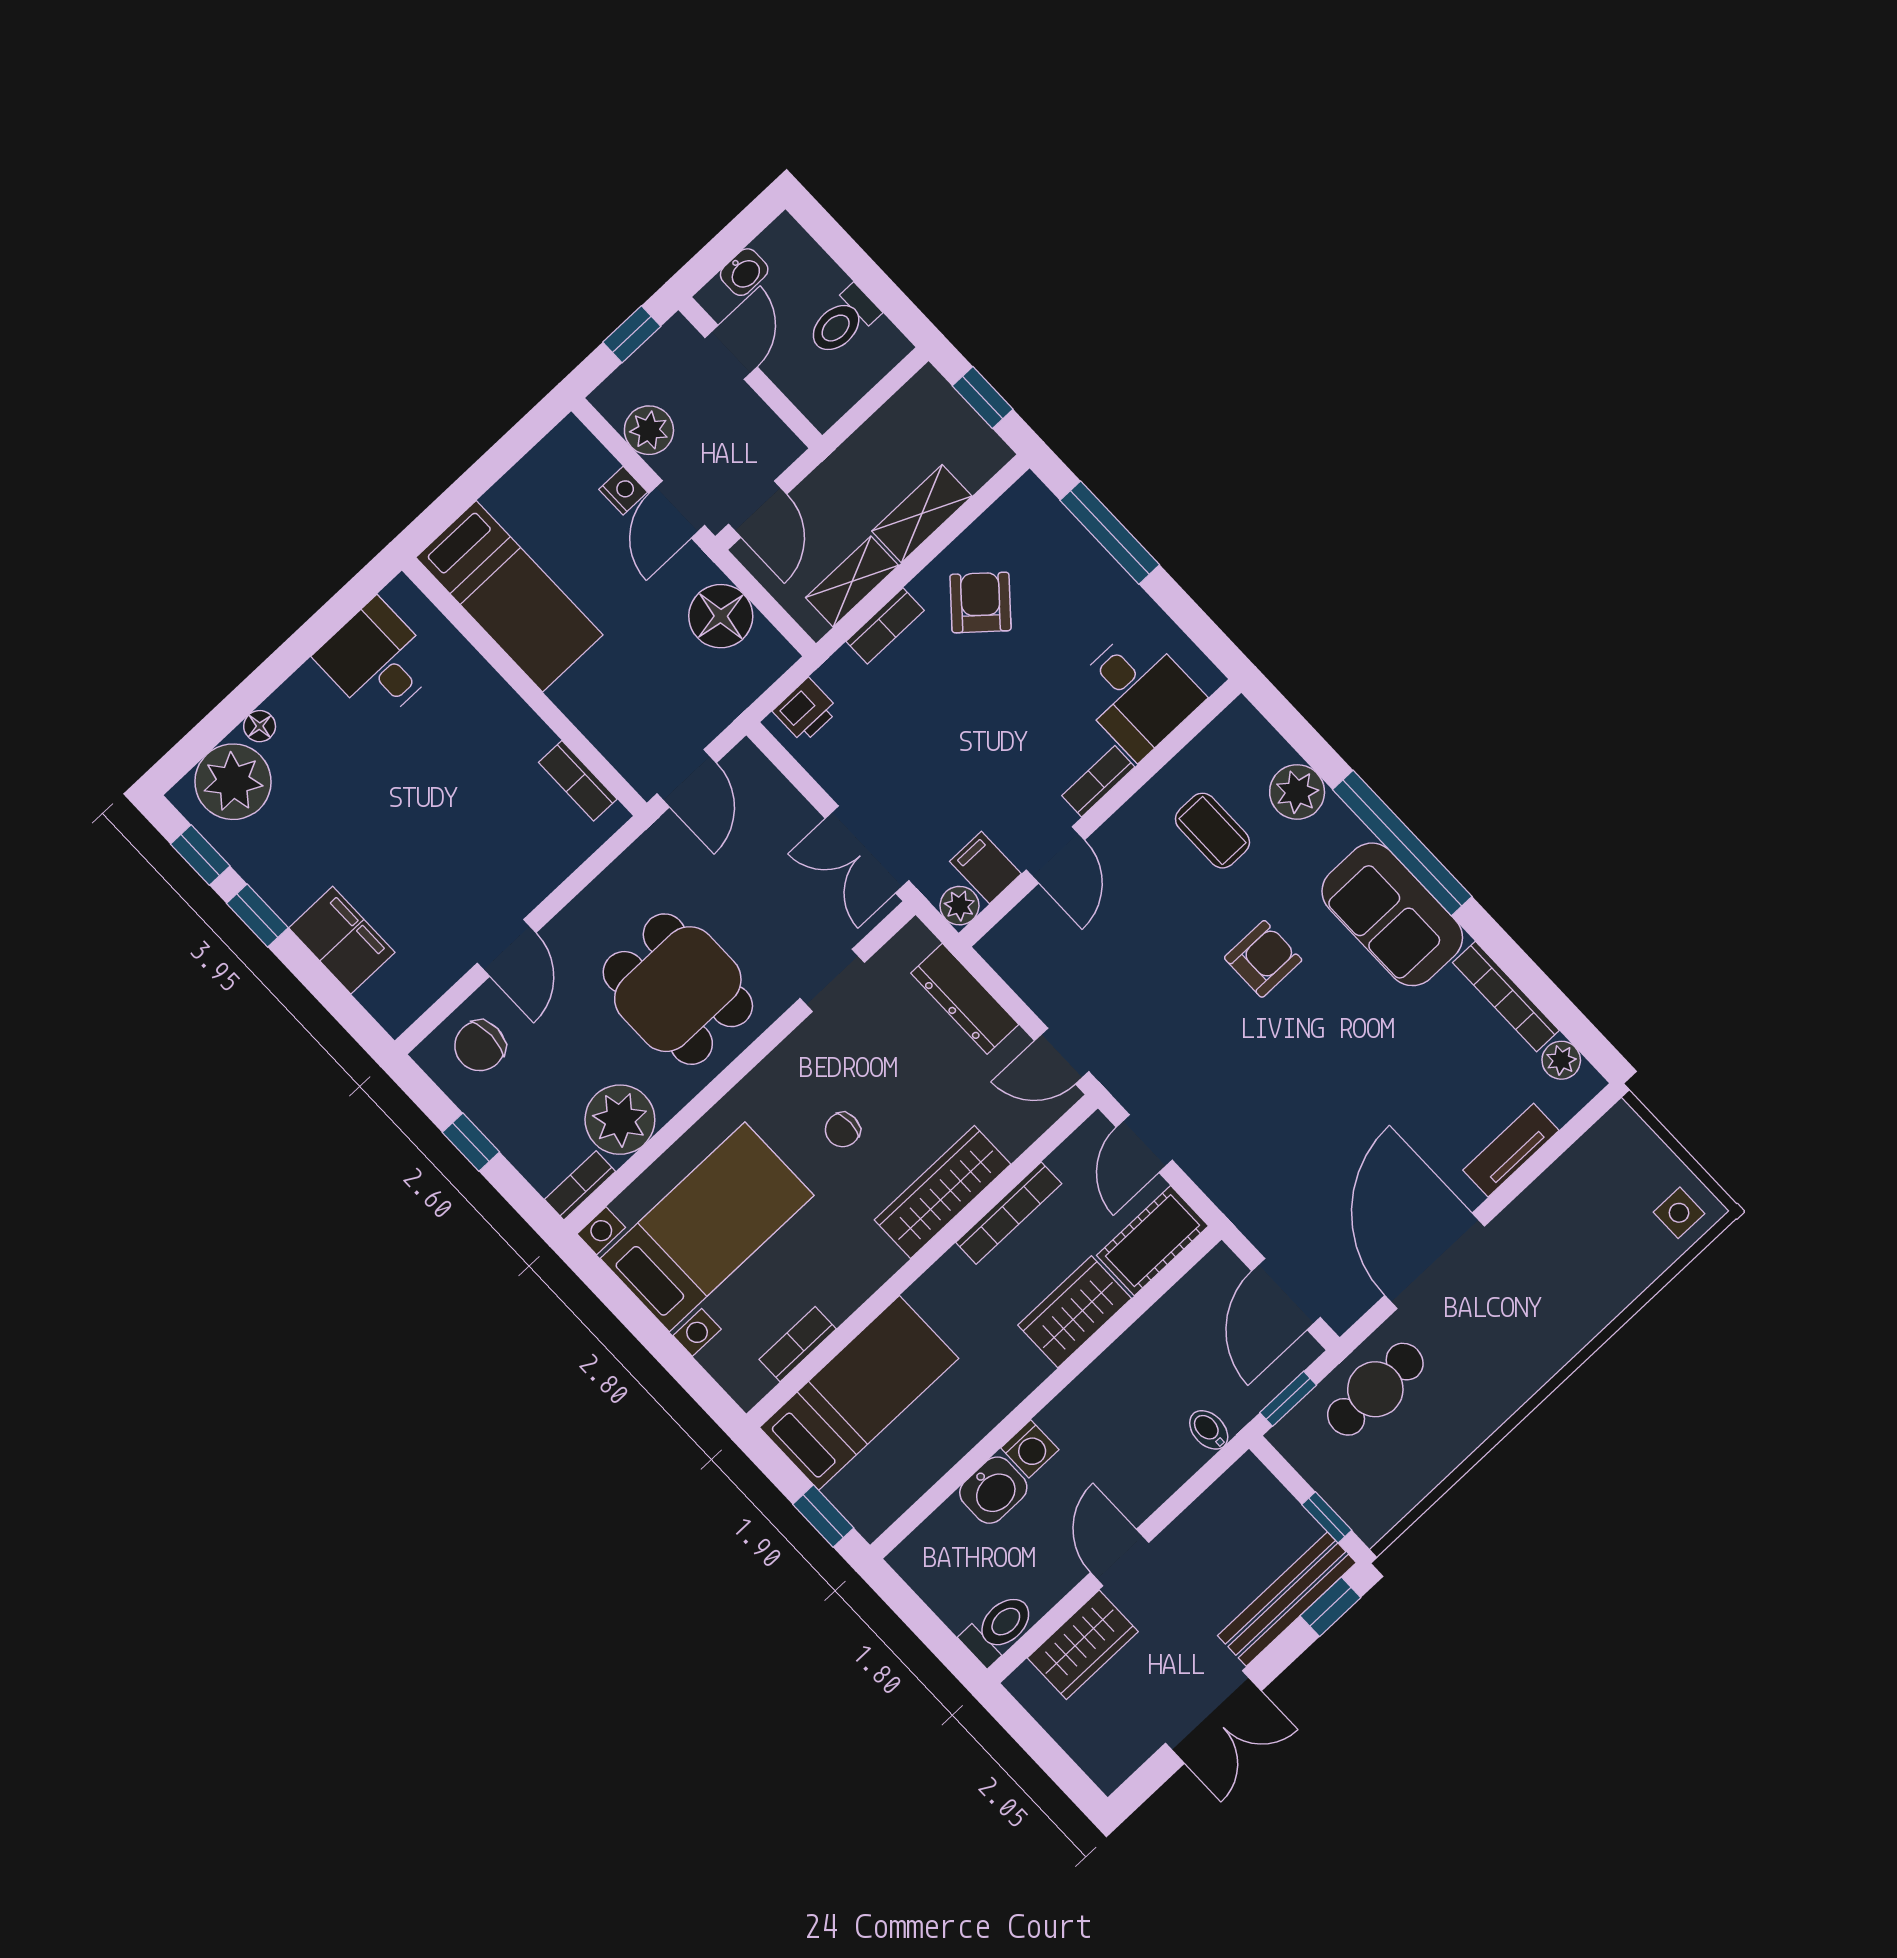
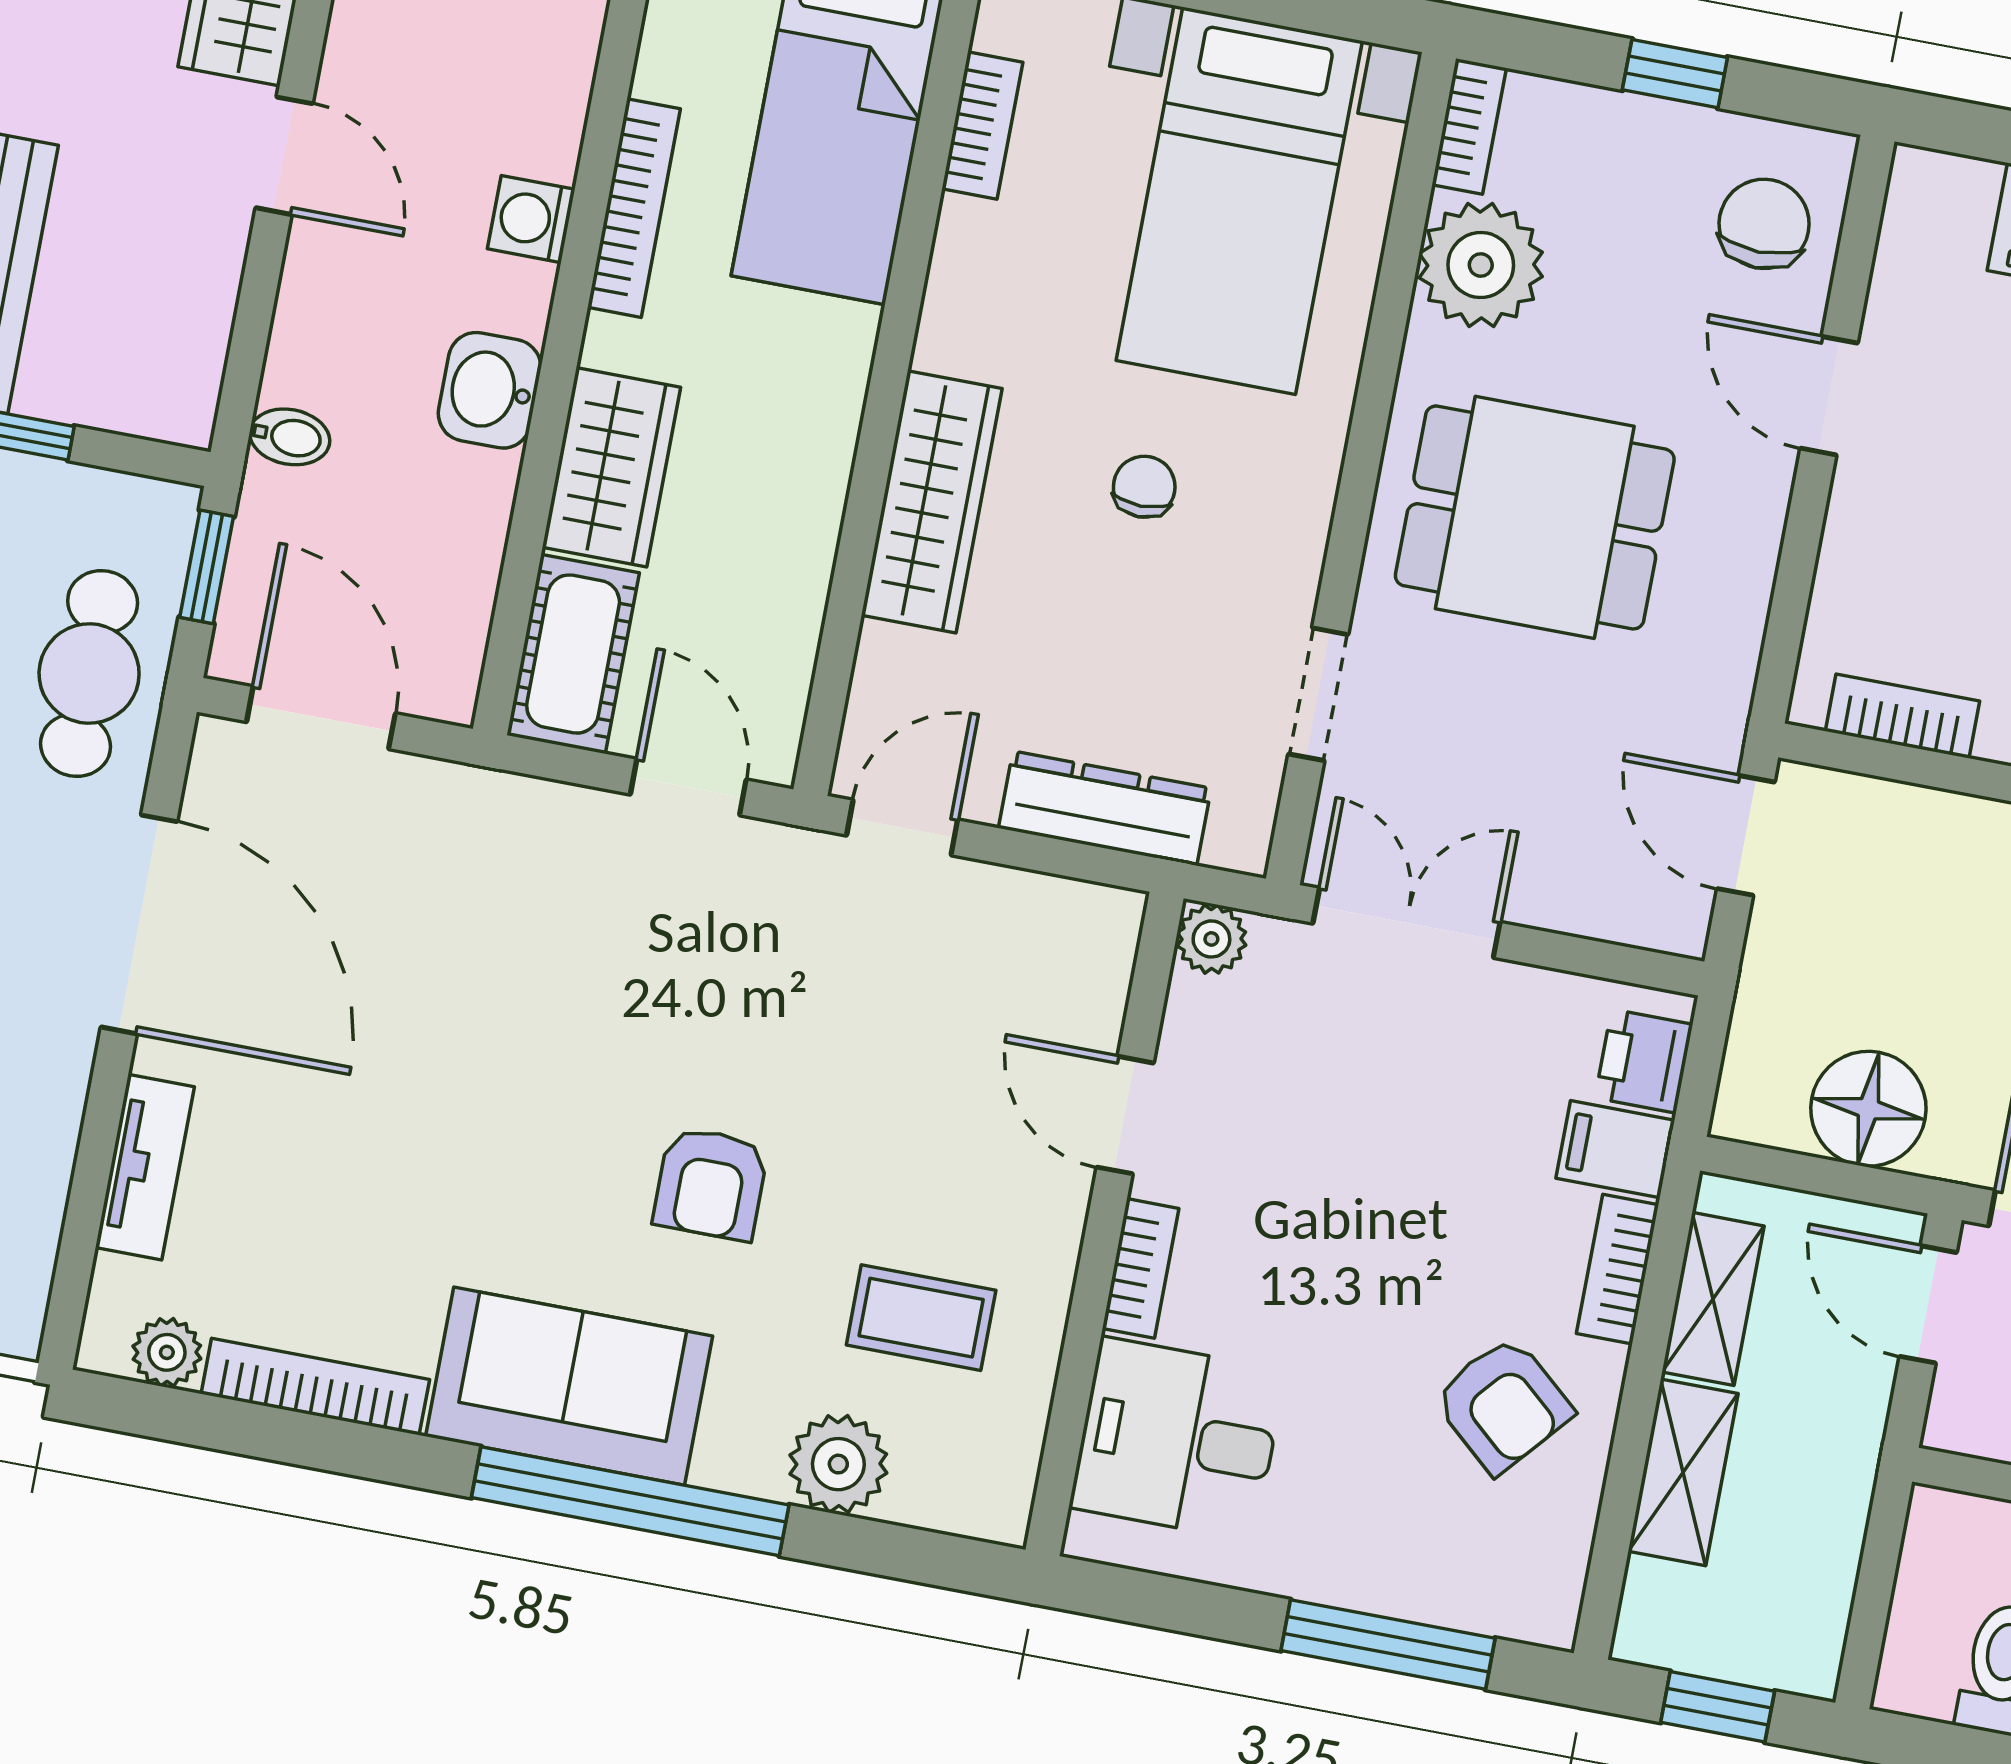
filing cabinet: (985, 868) -> (1615, 1149), moved, turned 180
bookcase: (1009, 1213) -> (634, 208), moved, turned 180
washbasin: (993, 1490) -> (490, 390), moved

